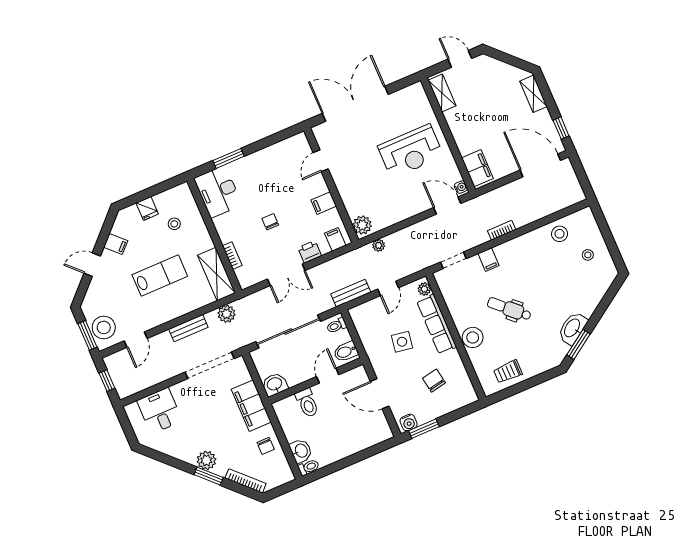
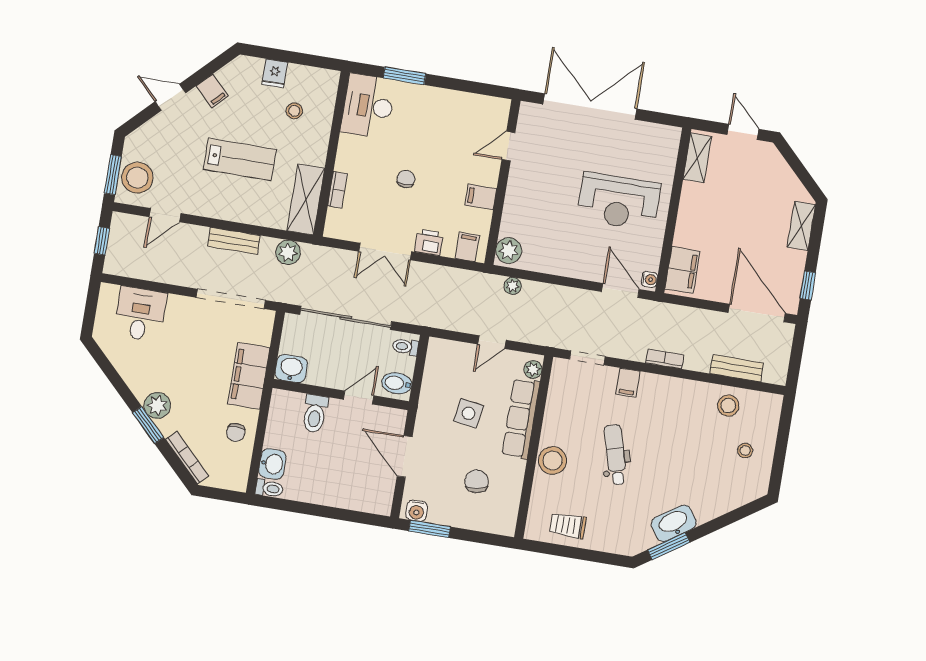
bench: (351, 293) -> (737, 368), moved
dental chair: (509, 309) -> (615, 455), turned 31

